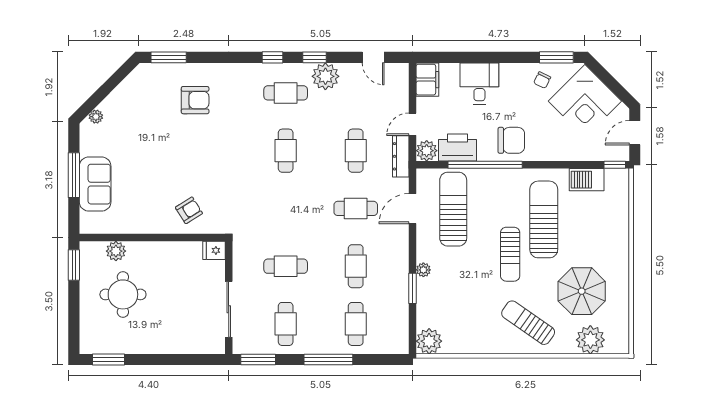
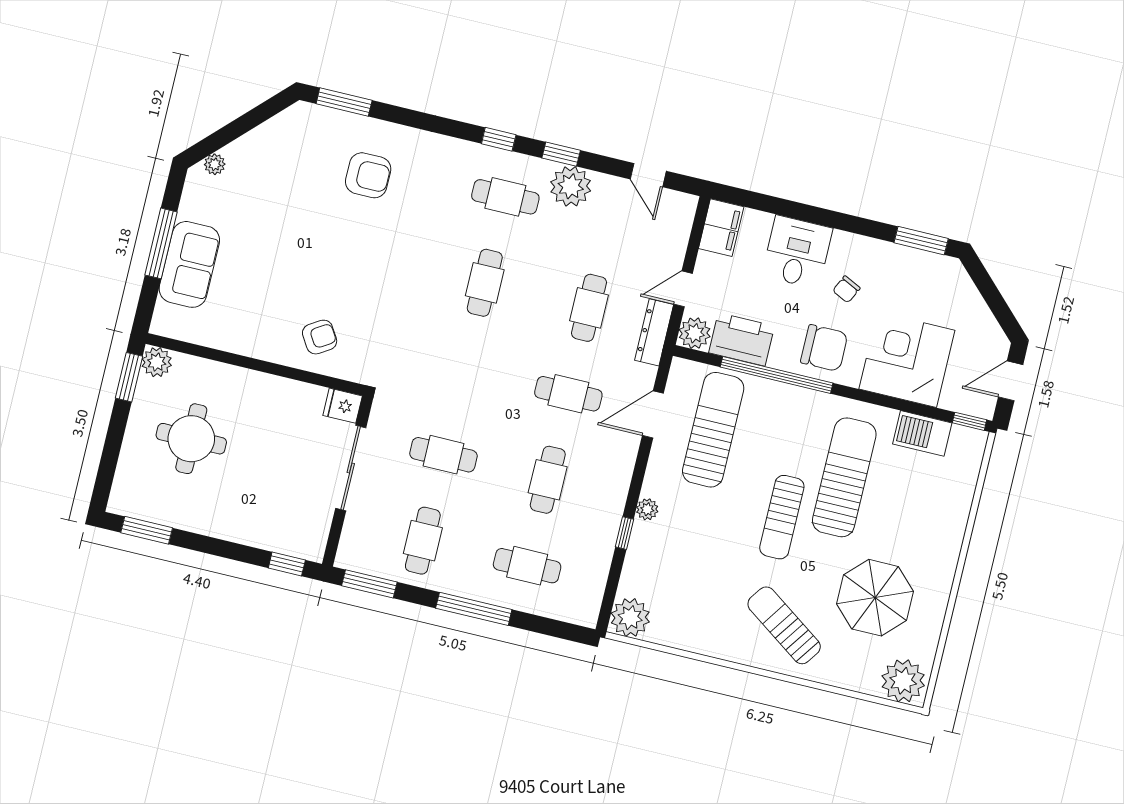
chair: (542, 80) -> (846, 289), moved
corner desk: (585, 101) -> (907, 360), moved, turned 135
plant: (116, 251) -> (157, 362), moved
window: (413, 288) -> (624, 533), width x0.67
sliding door: (229, 309) -> (351, 468), moved
cafe table: (356, 324) -> (527, 566), turned 90
plant: (590, 340) -> (903, 681), moved
window: (203, 360) -> (287, 564), added

